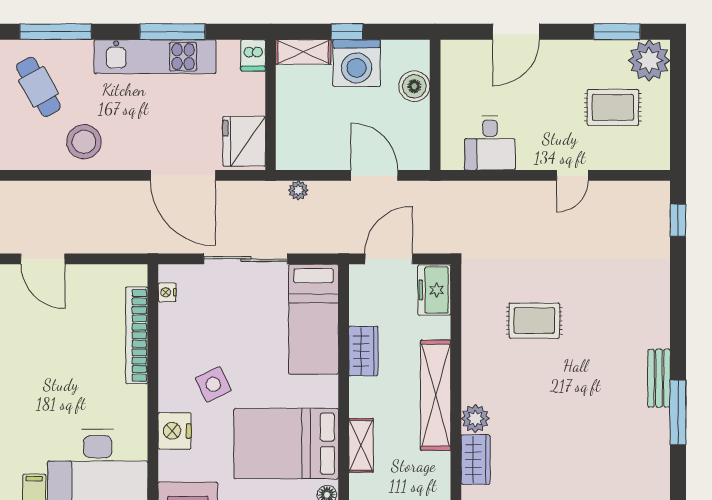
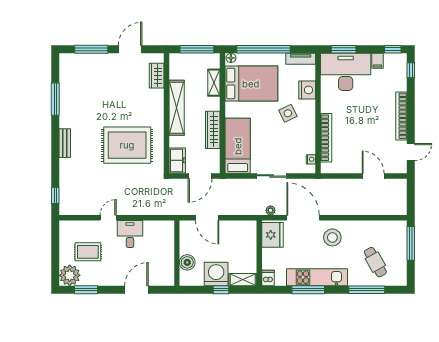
stool: (84, 142) -> (332, 237), moved
desk: (490, 143) -> (130, 234), moved
plant: (298, 190) -> (270, 210), moved
sliding door: (246, 259) -> (272, 176), width x0.73
rug: (534, 321) -> (127, 145), width x1.86, depth x2.06
wardrobe: (363, 351) -> (213, 130), width x1.50
bench: (659, 378) -> (65, 143), moved
plant: (475, 418) -> (157, 96), removed

